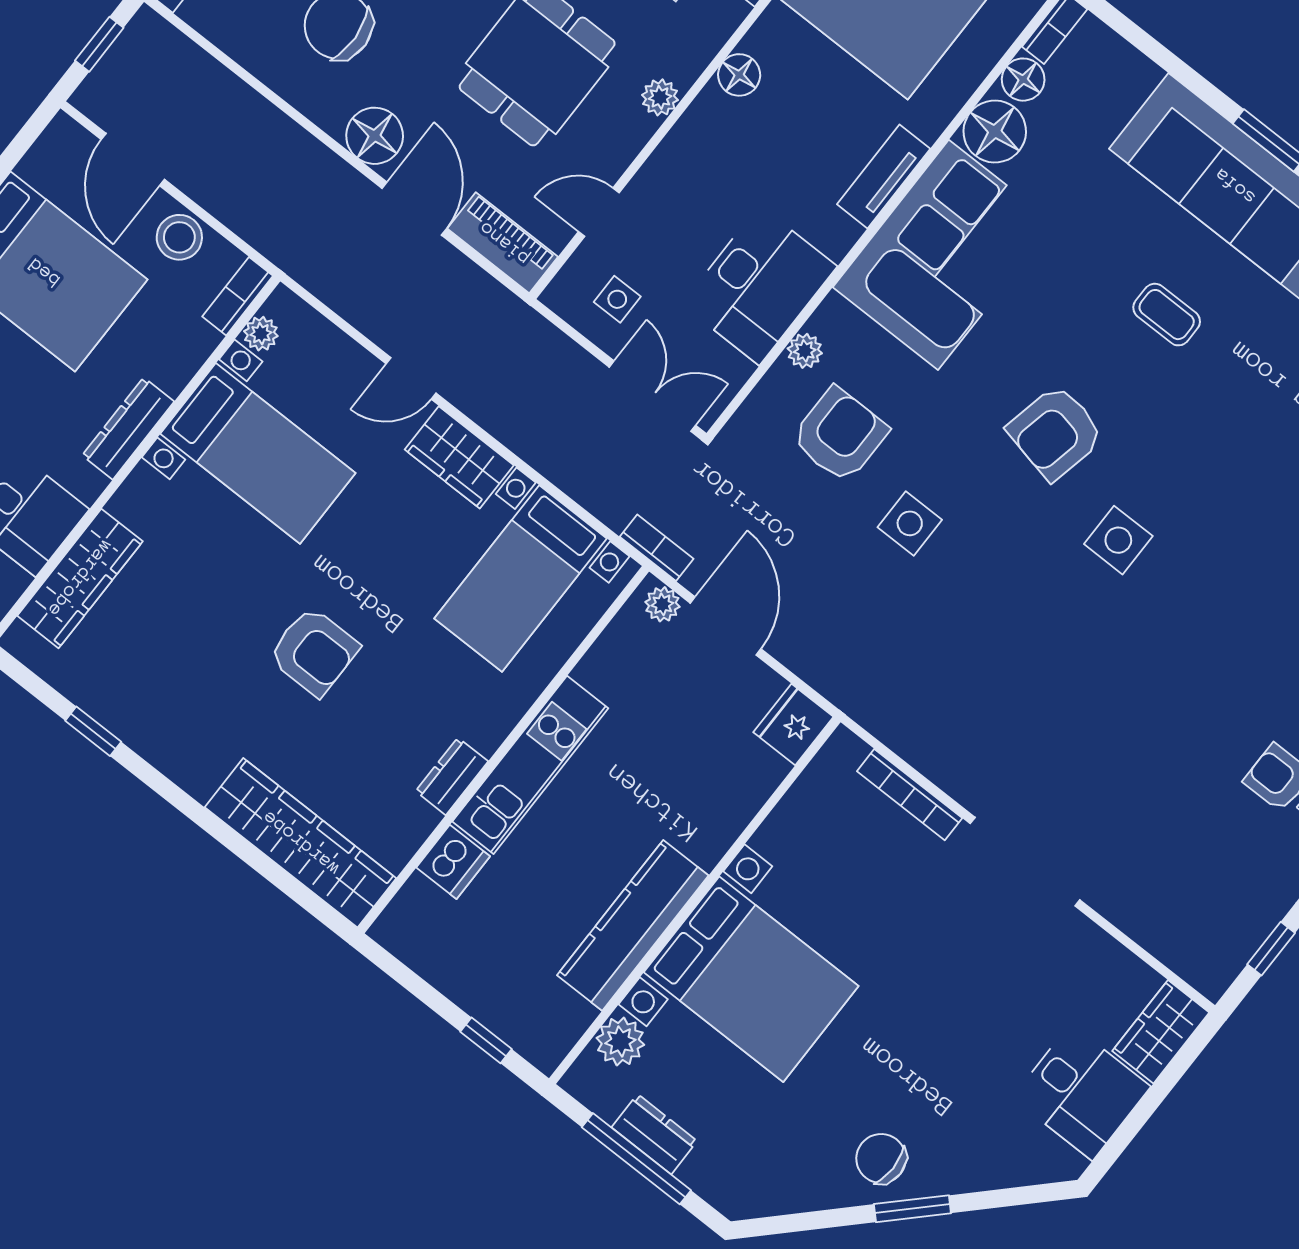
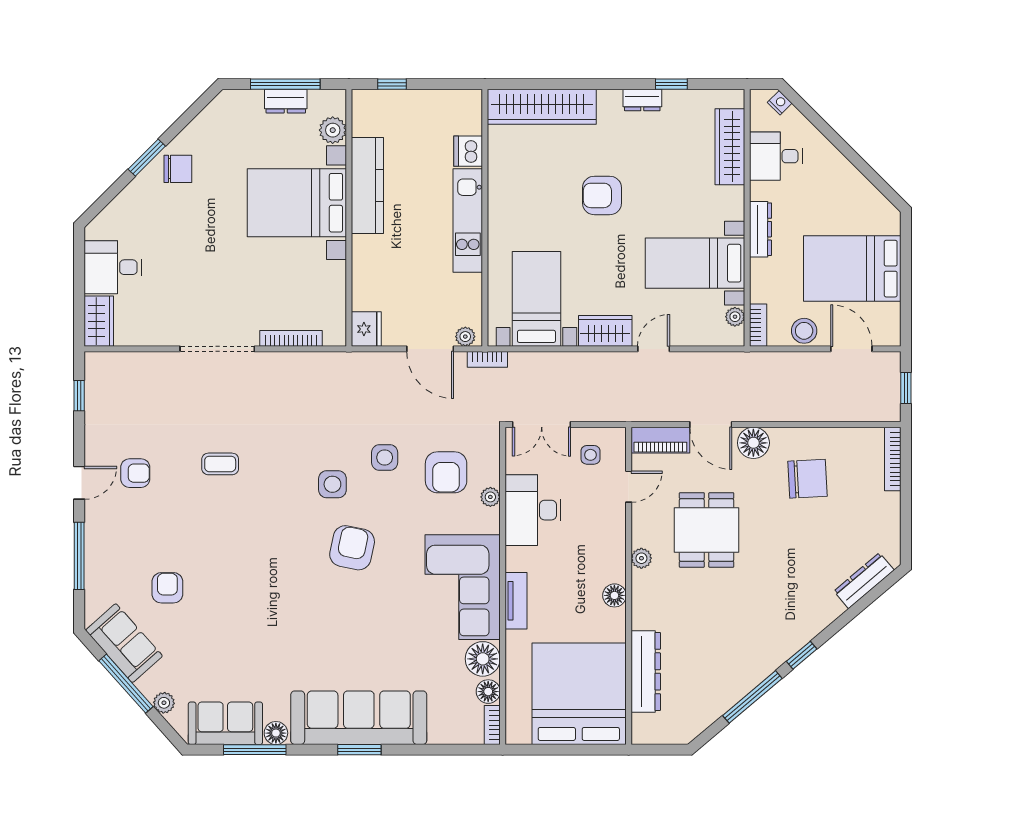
coffee table: (1167, 315) -> (220, 464), moved
side table: (1118, 540) -> (332, 484), moved
dresser: (452, 776) -> (642, 100), moved, turned 90

